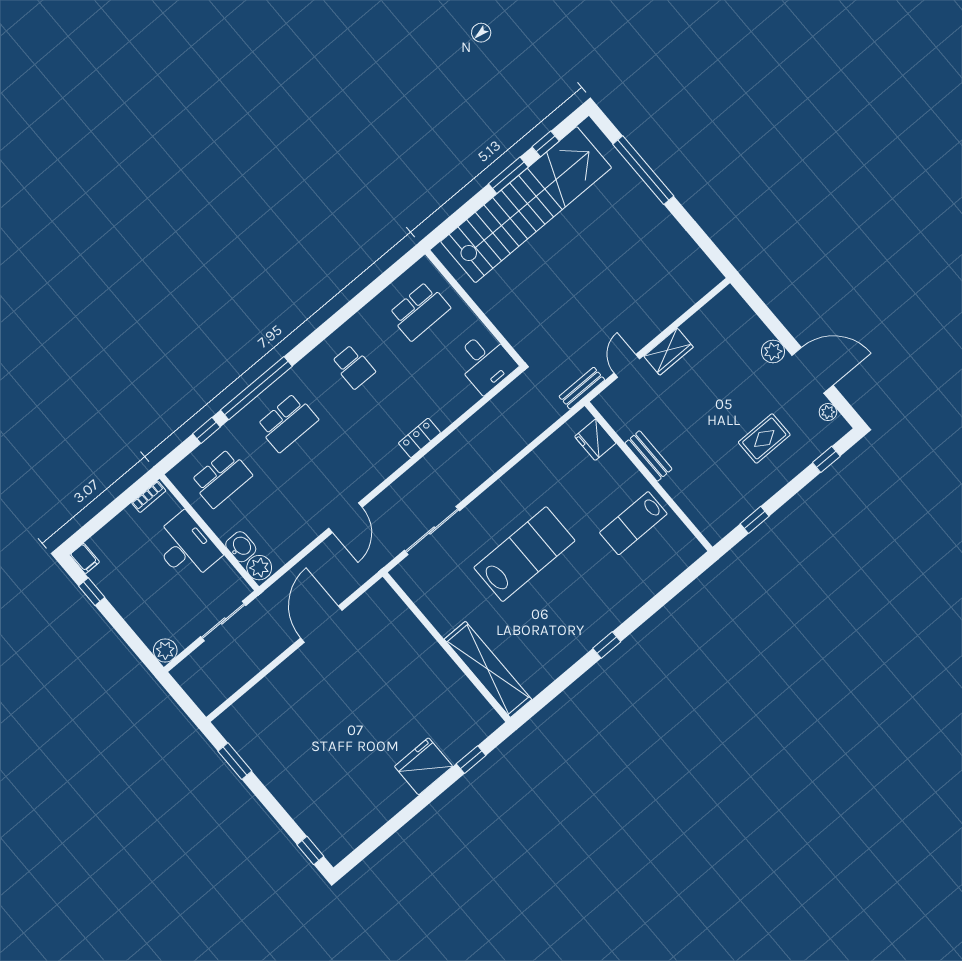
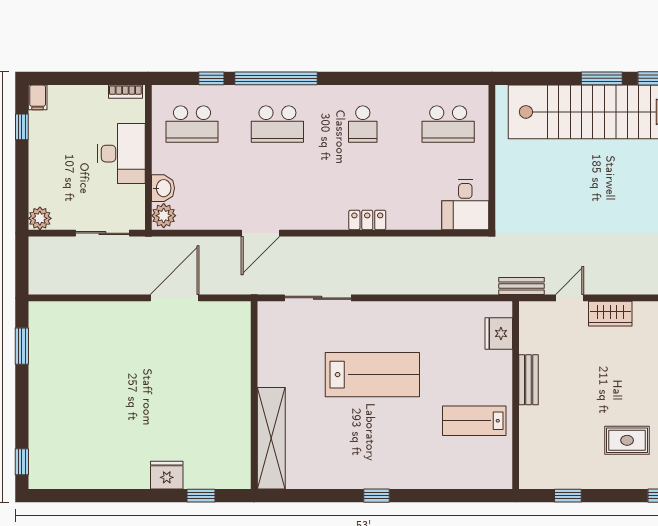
fridge: (424, 766) -> (167, 475), width x0.73, depth x0.75

